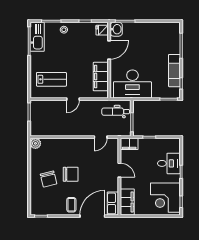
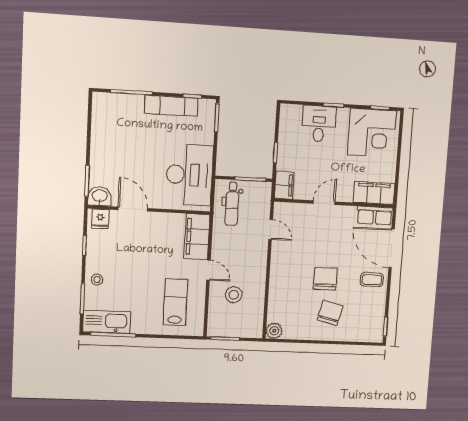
filing cabinet: (101, 77) -> (197, 237), moved, turned 90
stool: (58, 116) -> (234, 295), added
chair: (49, 179) -> (330, 313), turned -62

